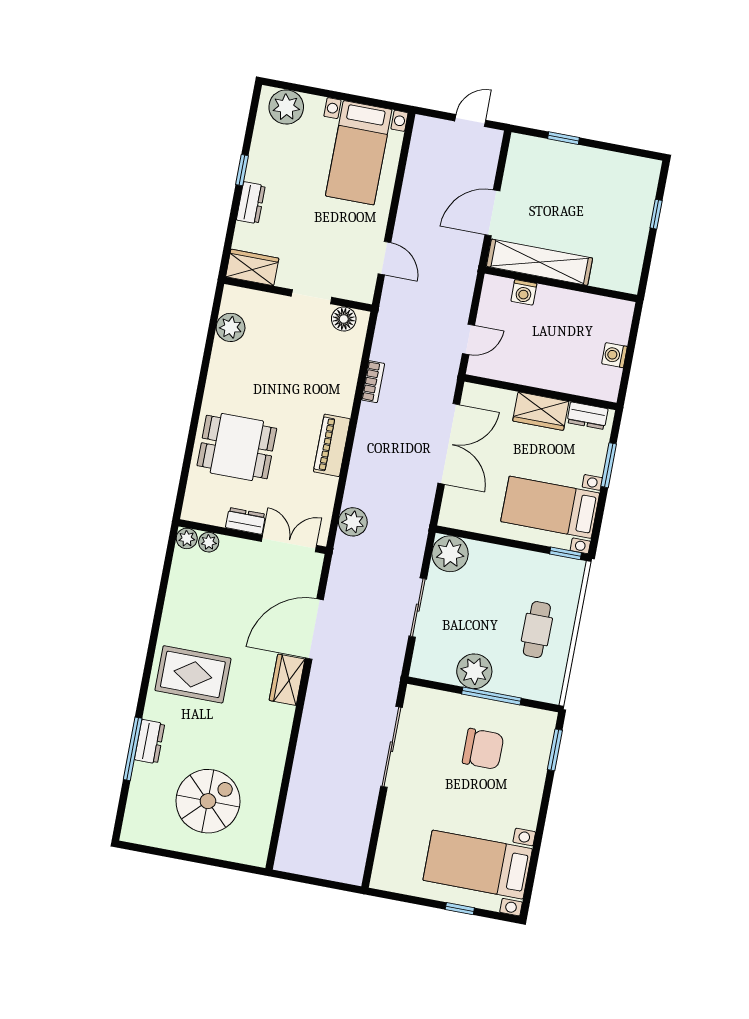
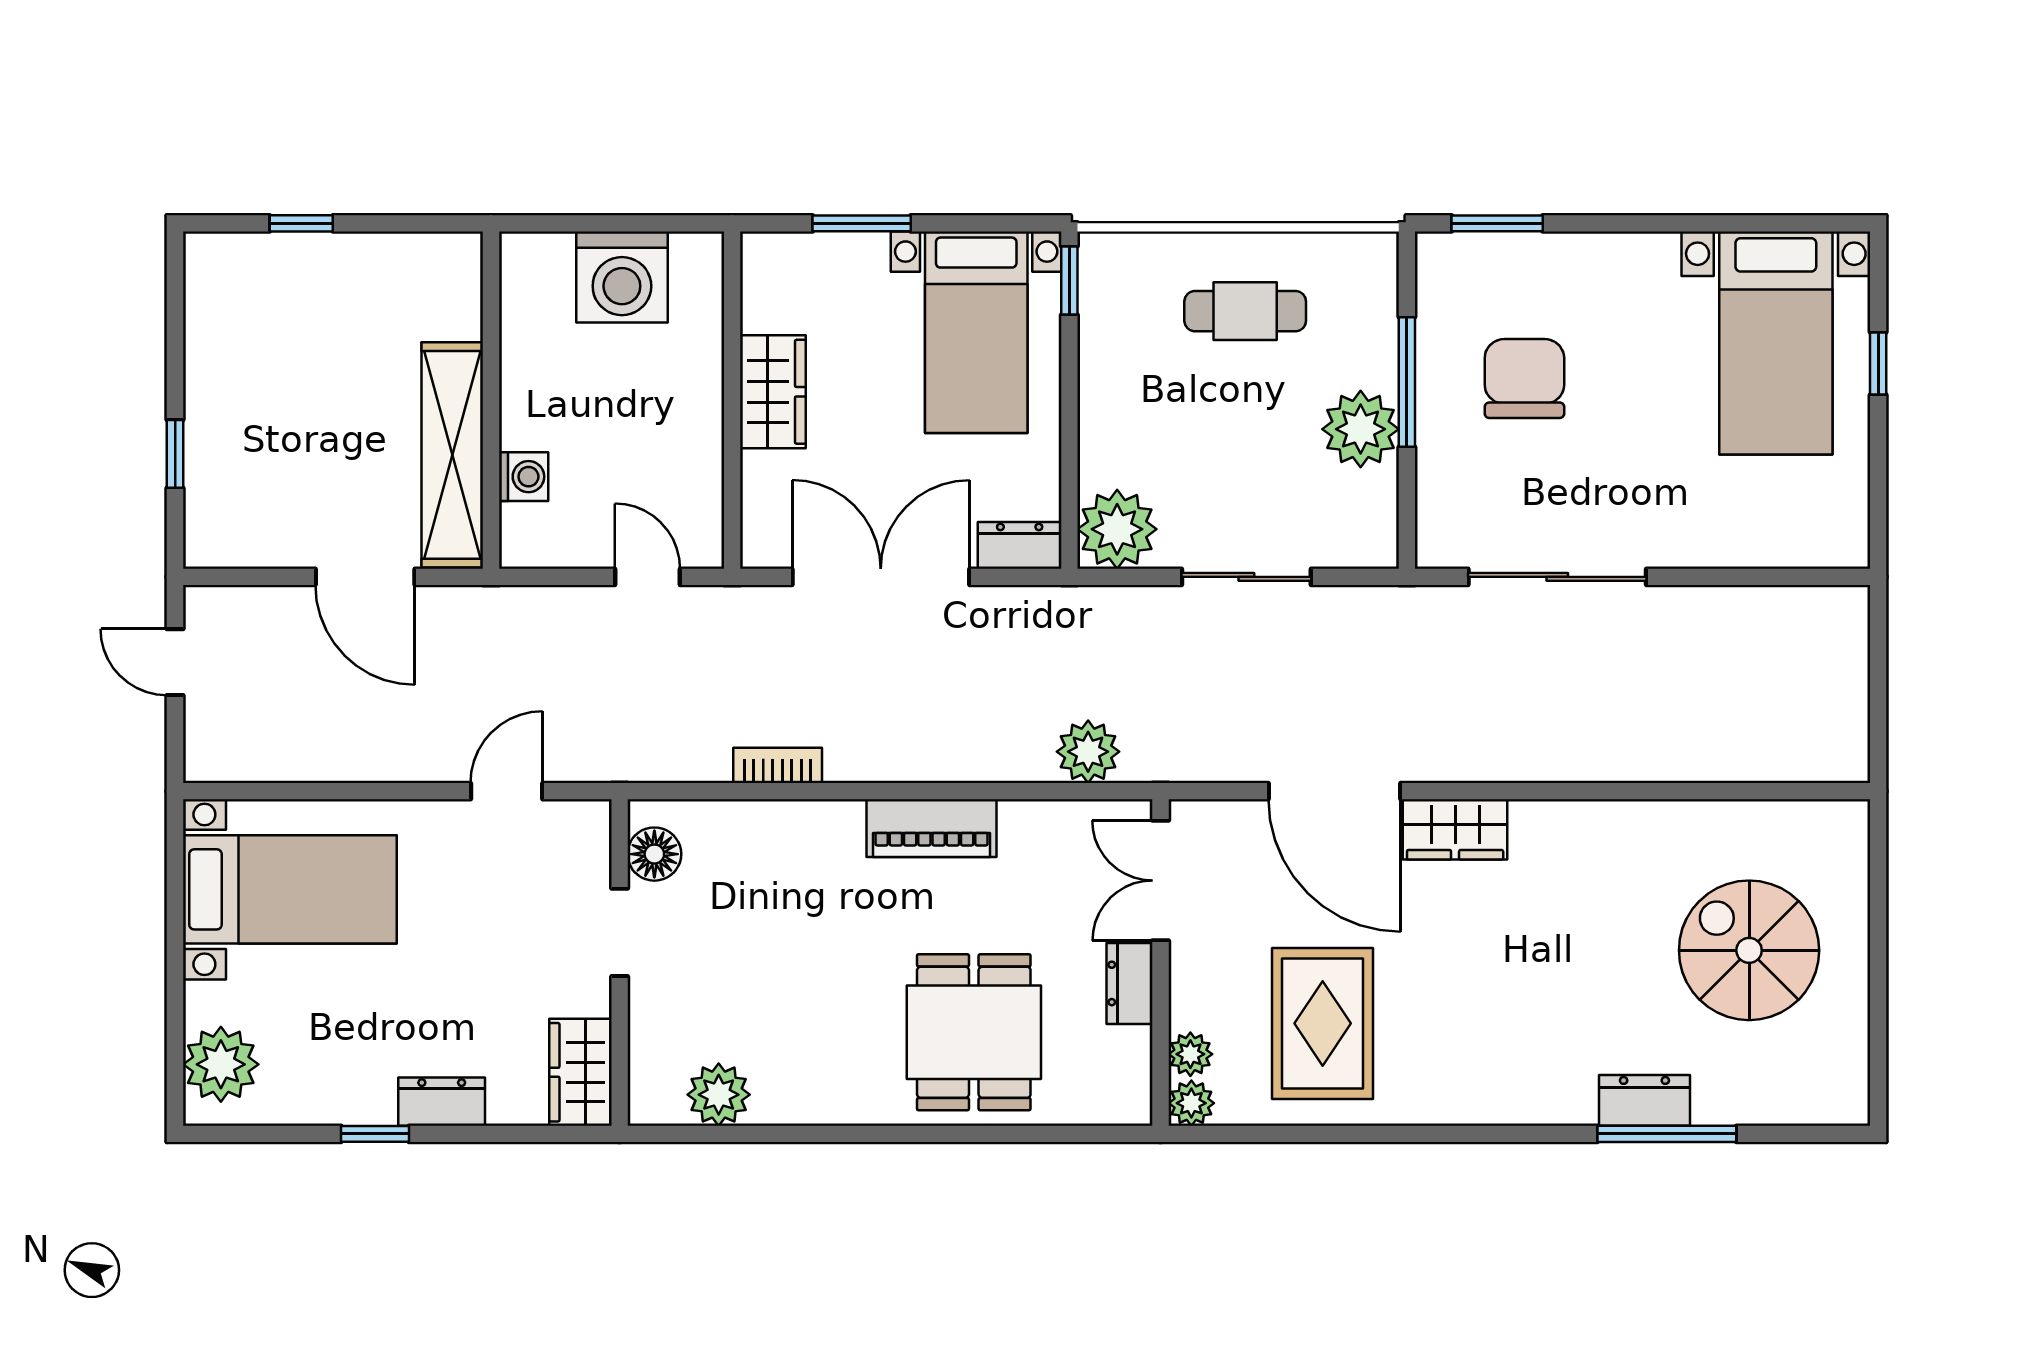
washing machine: (615, 355) -> (622, 277), width x1.89, depth x1.89
dresser: (587, 416) -> (1020, 545), moved, turned -90
rug: (193, 674) -> (1323, 1023), moved

